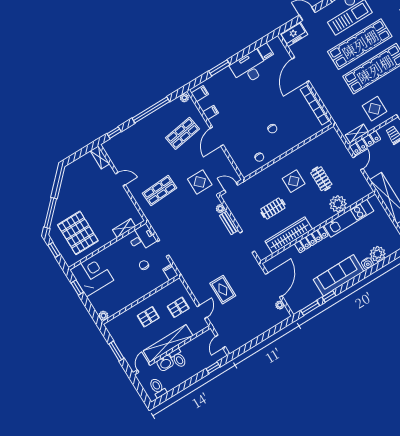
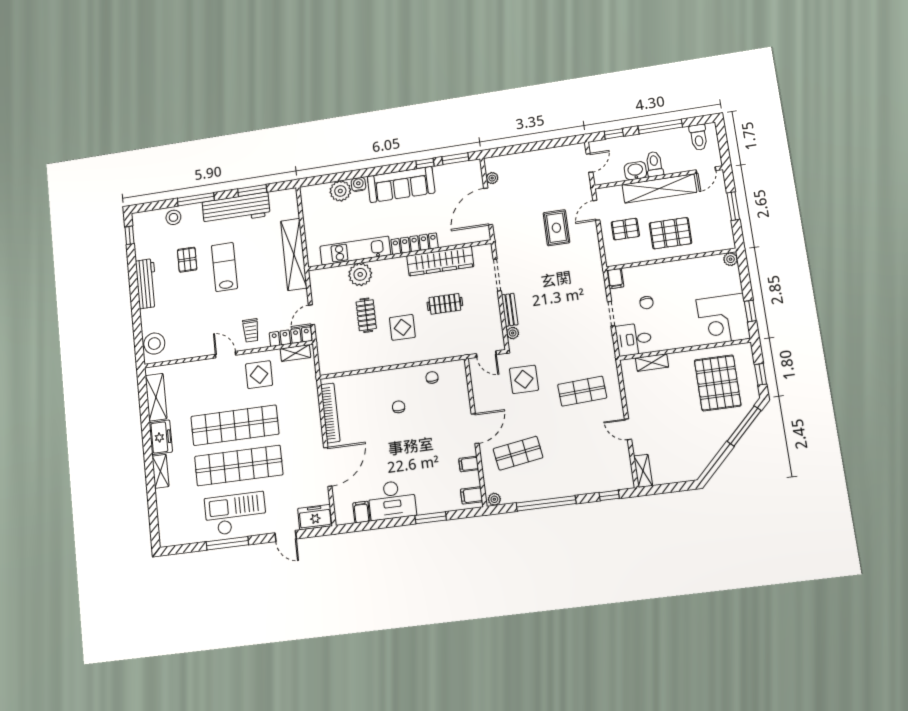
pallet: (148, 317) -> (670, 233), width x1.50, depth x1.42
washbasin: (165, 363) -> (635, 171), moved
window: (185, 385) -> (660, 127), added

